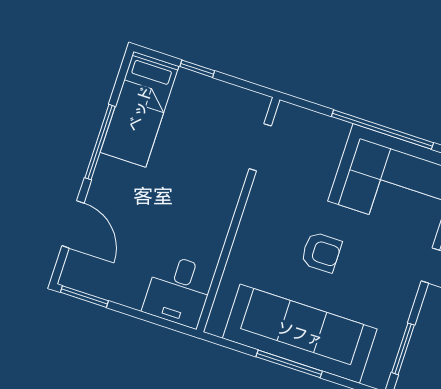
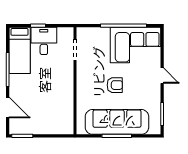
desk: (179, 291) -> (44, 41), moved, turned 180

